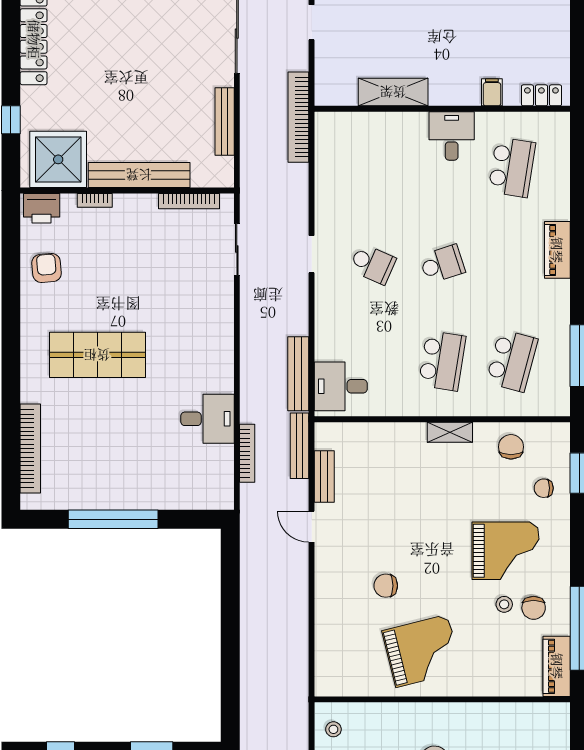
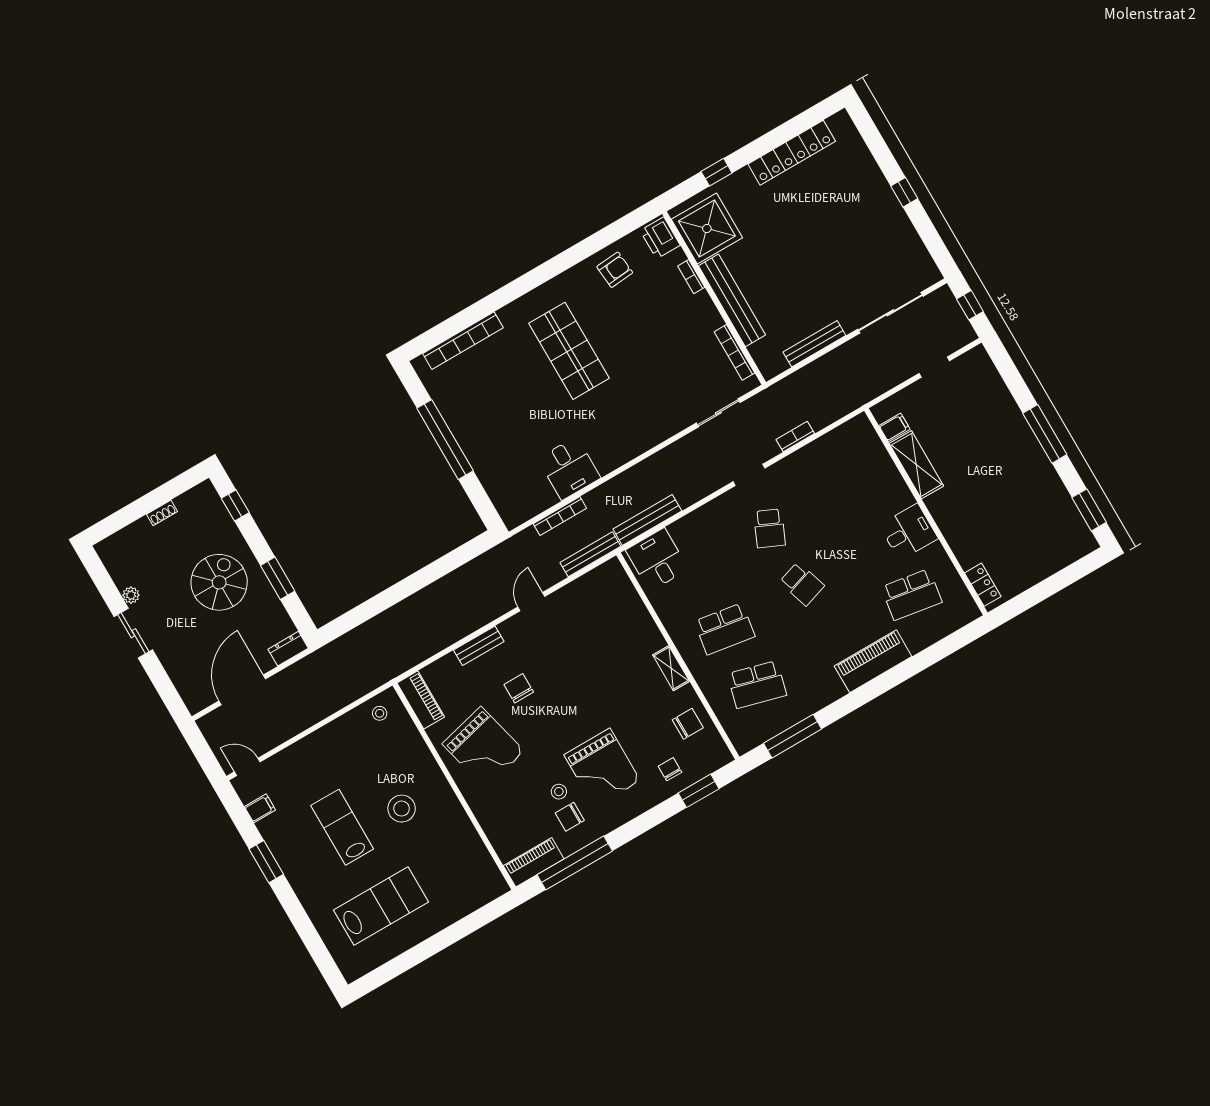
filing cabinet: (492, 92) -> (894, 427), moved
bookcase: (298, 117) -> (795, 437), moved, width x0.43, depth x0.76
piano: (557, 250) -> (873, 661), width x1.37, depth x1.33
bench: (324, 476) -> (479, 646), moved
piano: (343, 684) -> (421, 700), added

